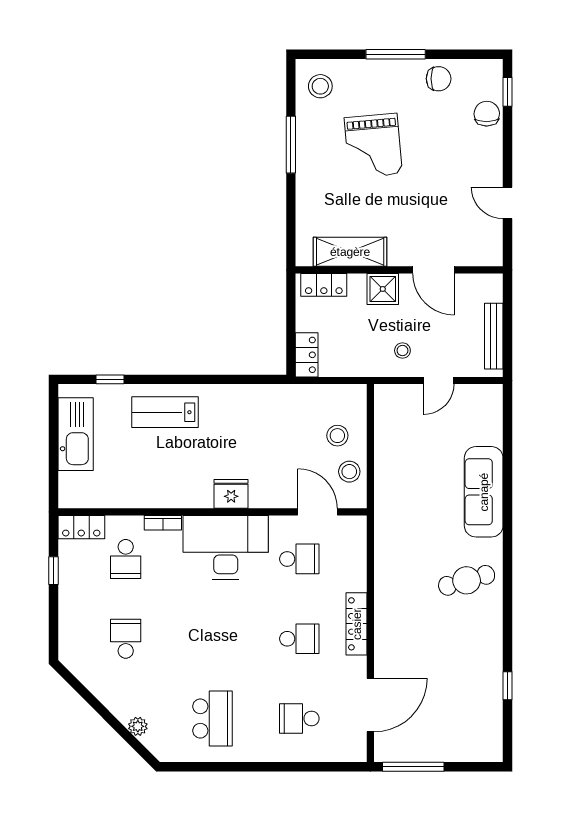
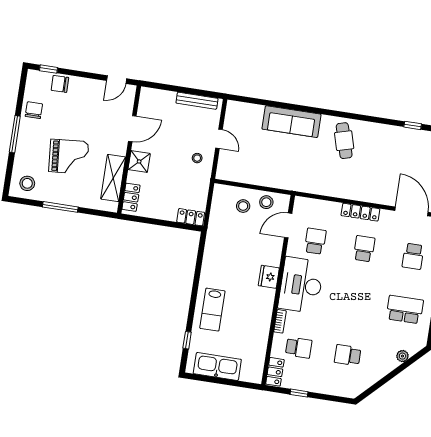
shelving: (350, 252) -> (113, 178), moved
wall: (399, 270) -> (129, 150), moved
door: (433, 270) -> (132, 129), moved
locker: (324, 285) -> (131, 197), moved
shower: (383, 289) -> (139, 161), moved

